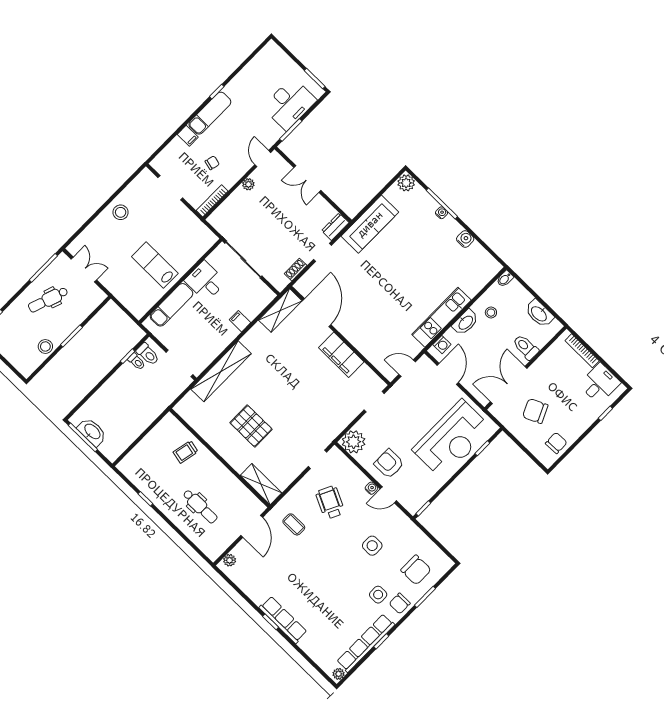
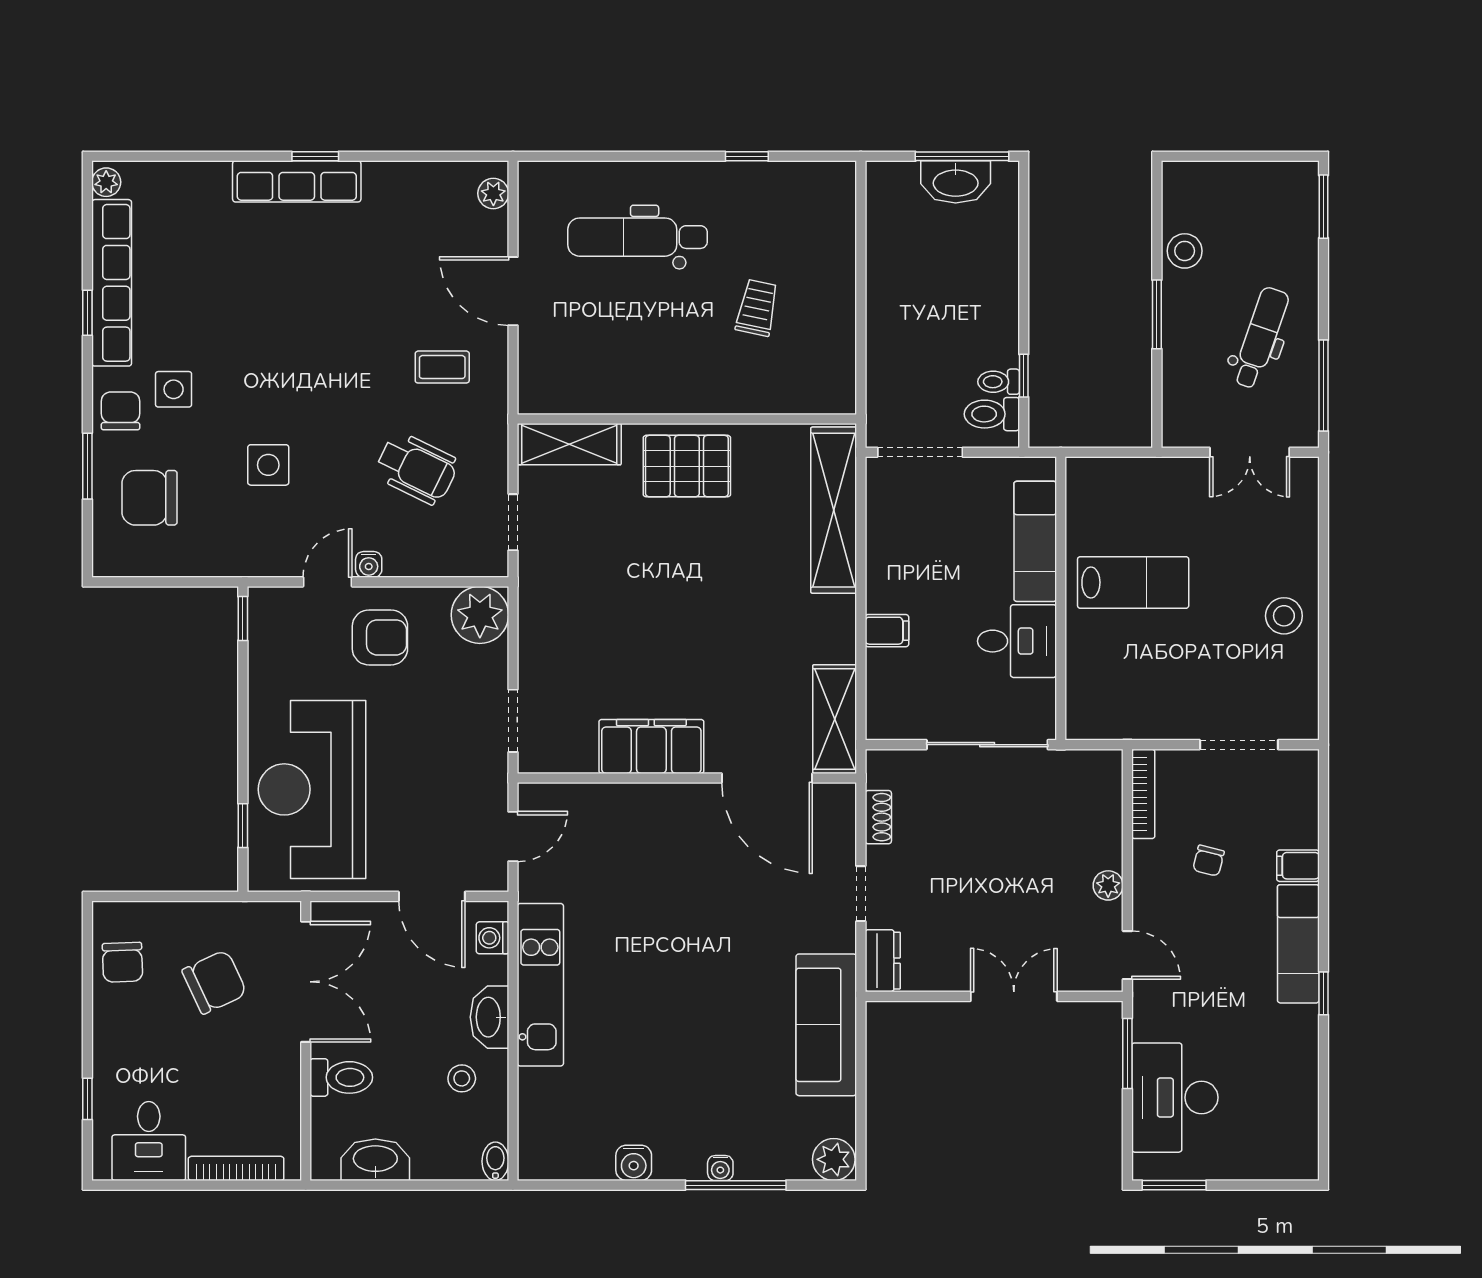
wall: (220, 458) -> (687, 419), moved
shelving: (261, 484) -> (569, 444), moved
dental chair: (200, 506) -> (638, 237), width x1.36, depth x1.38

